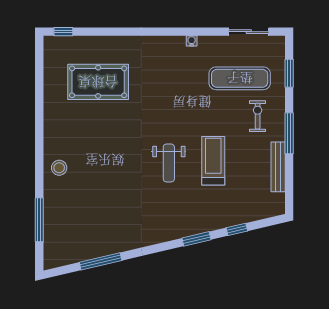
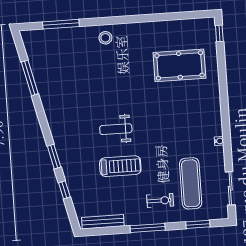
pool table: (98, 82) -> (179, 65), turned 90
bench: (278, 167) -> (103, 222), moved

